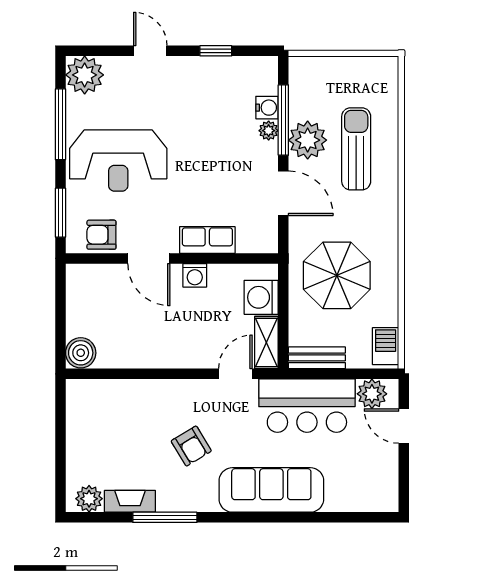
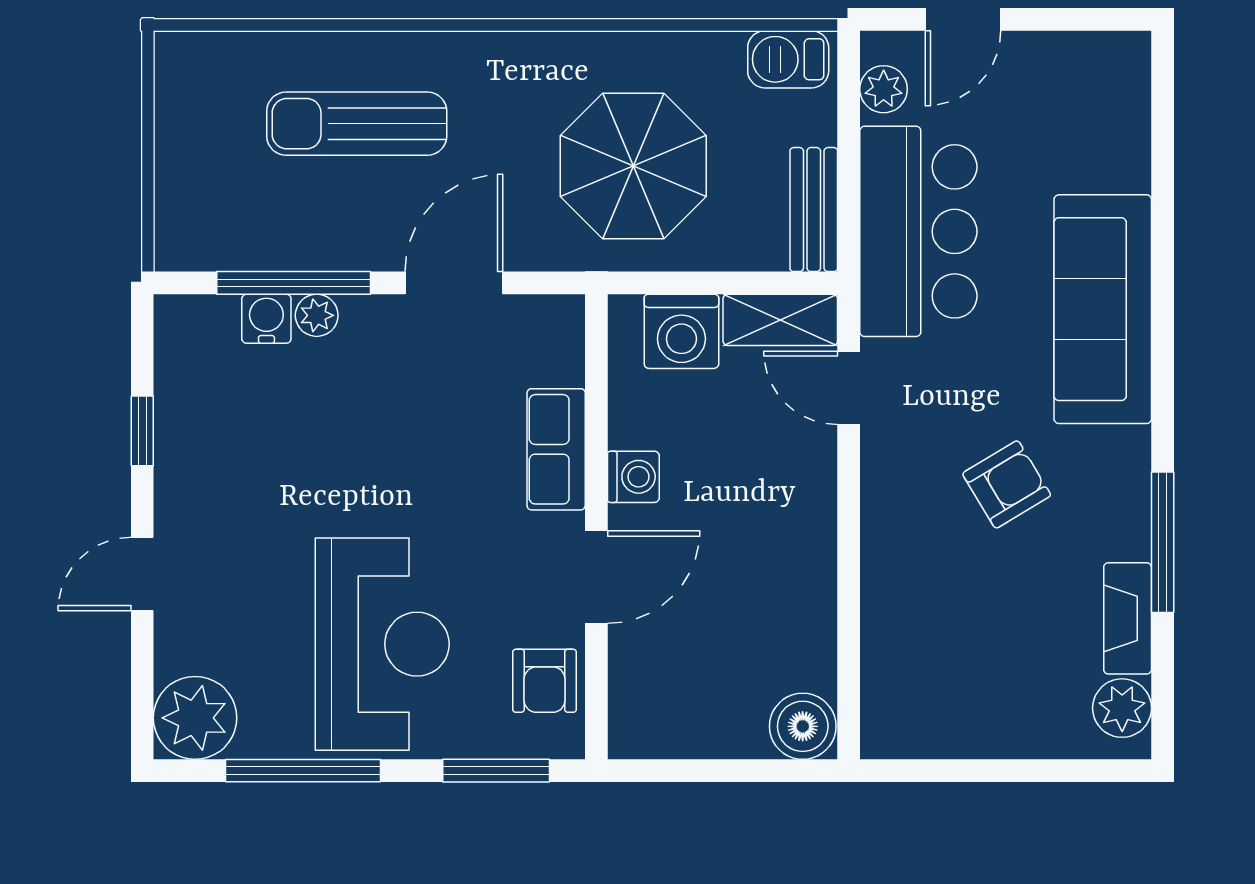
plant: (308, 140) -> (337, 230), removed
plant: (372, 394) -> (884, 89), width x0.73, depth x0.73

